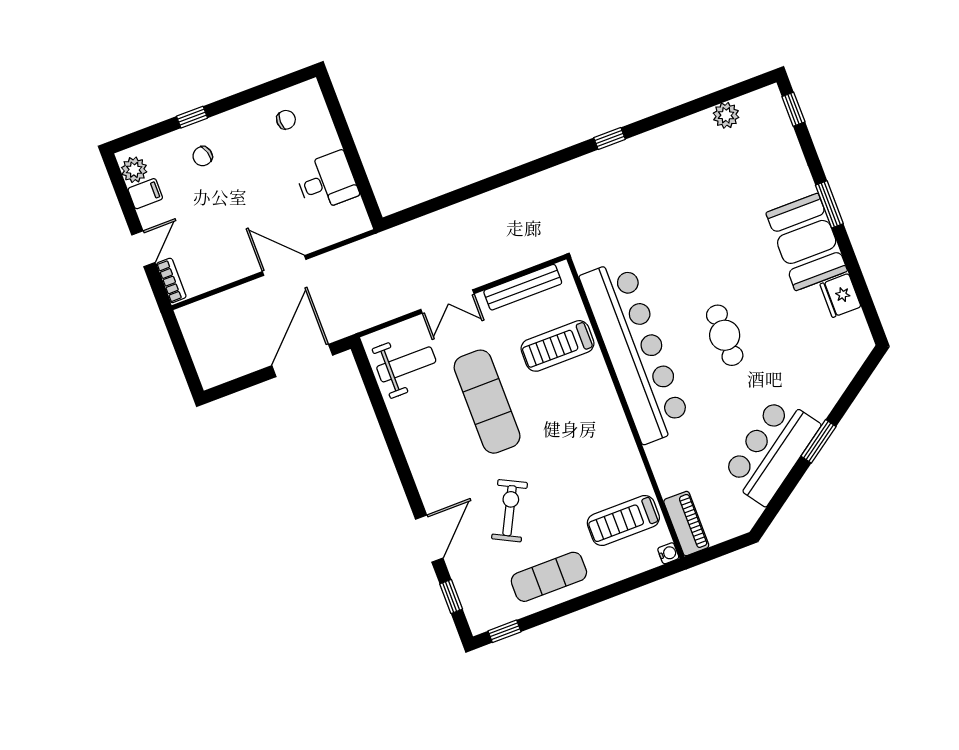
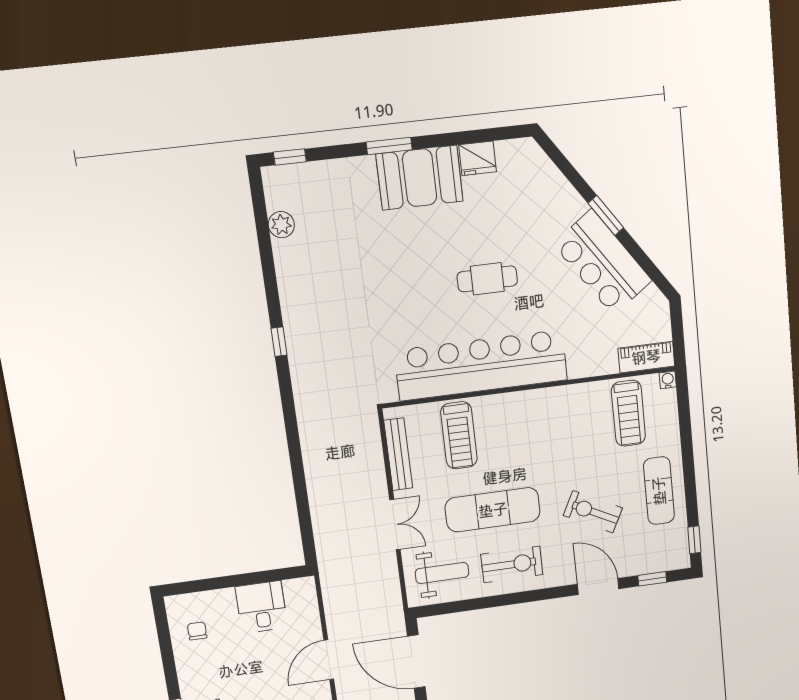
weight bench: (406, 364) -> (442, 573), turned 90
exercise bike: (432, 437) -> (512, 564), added

